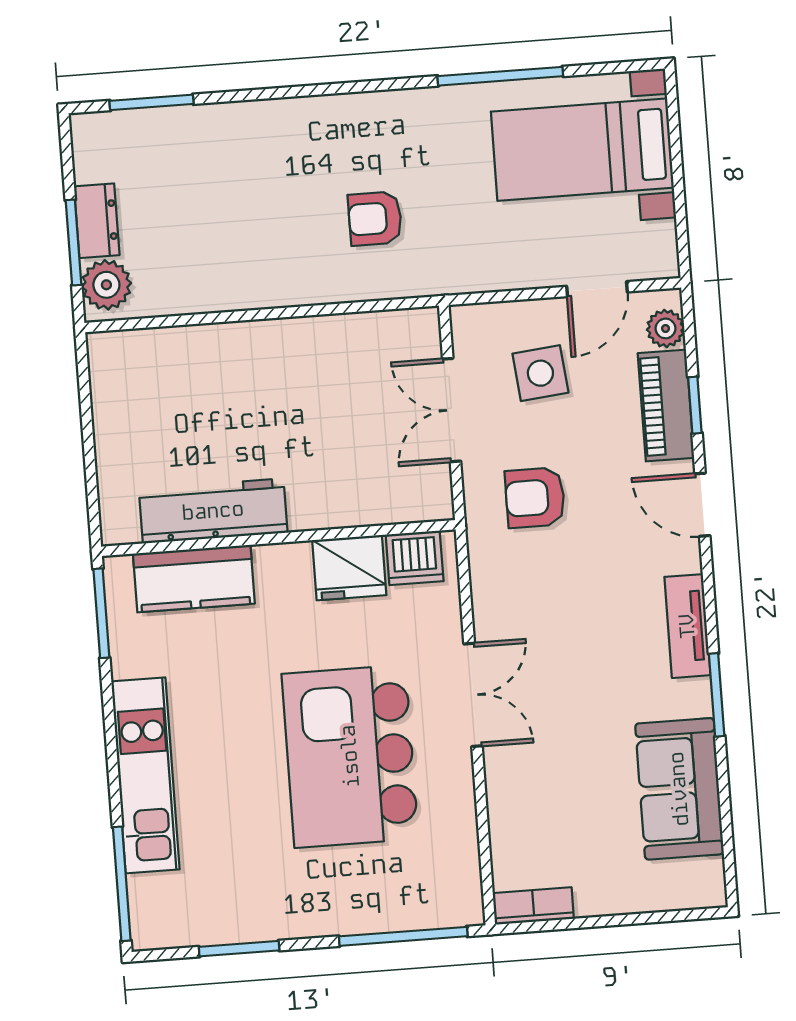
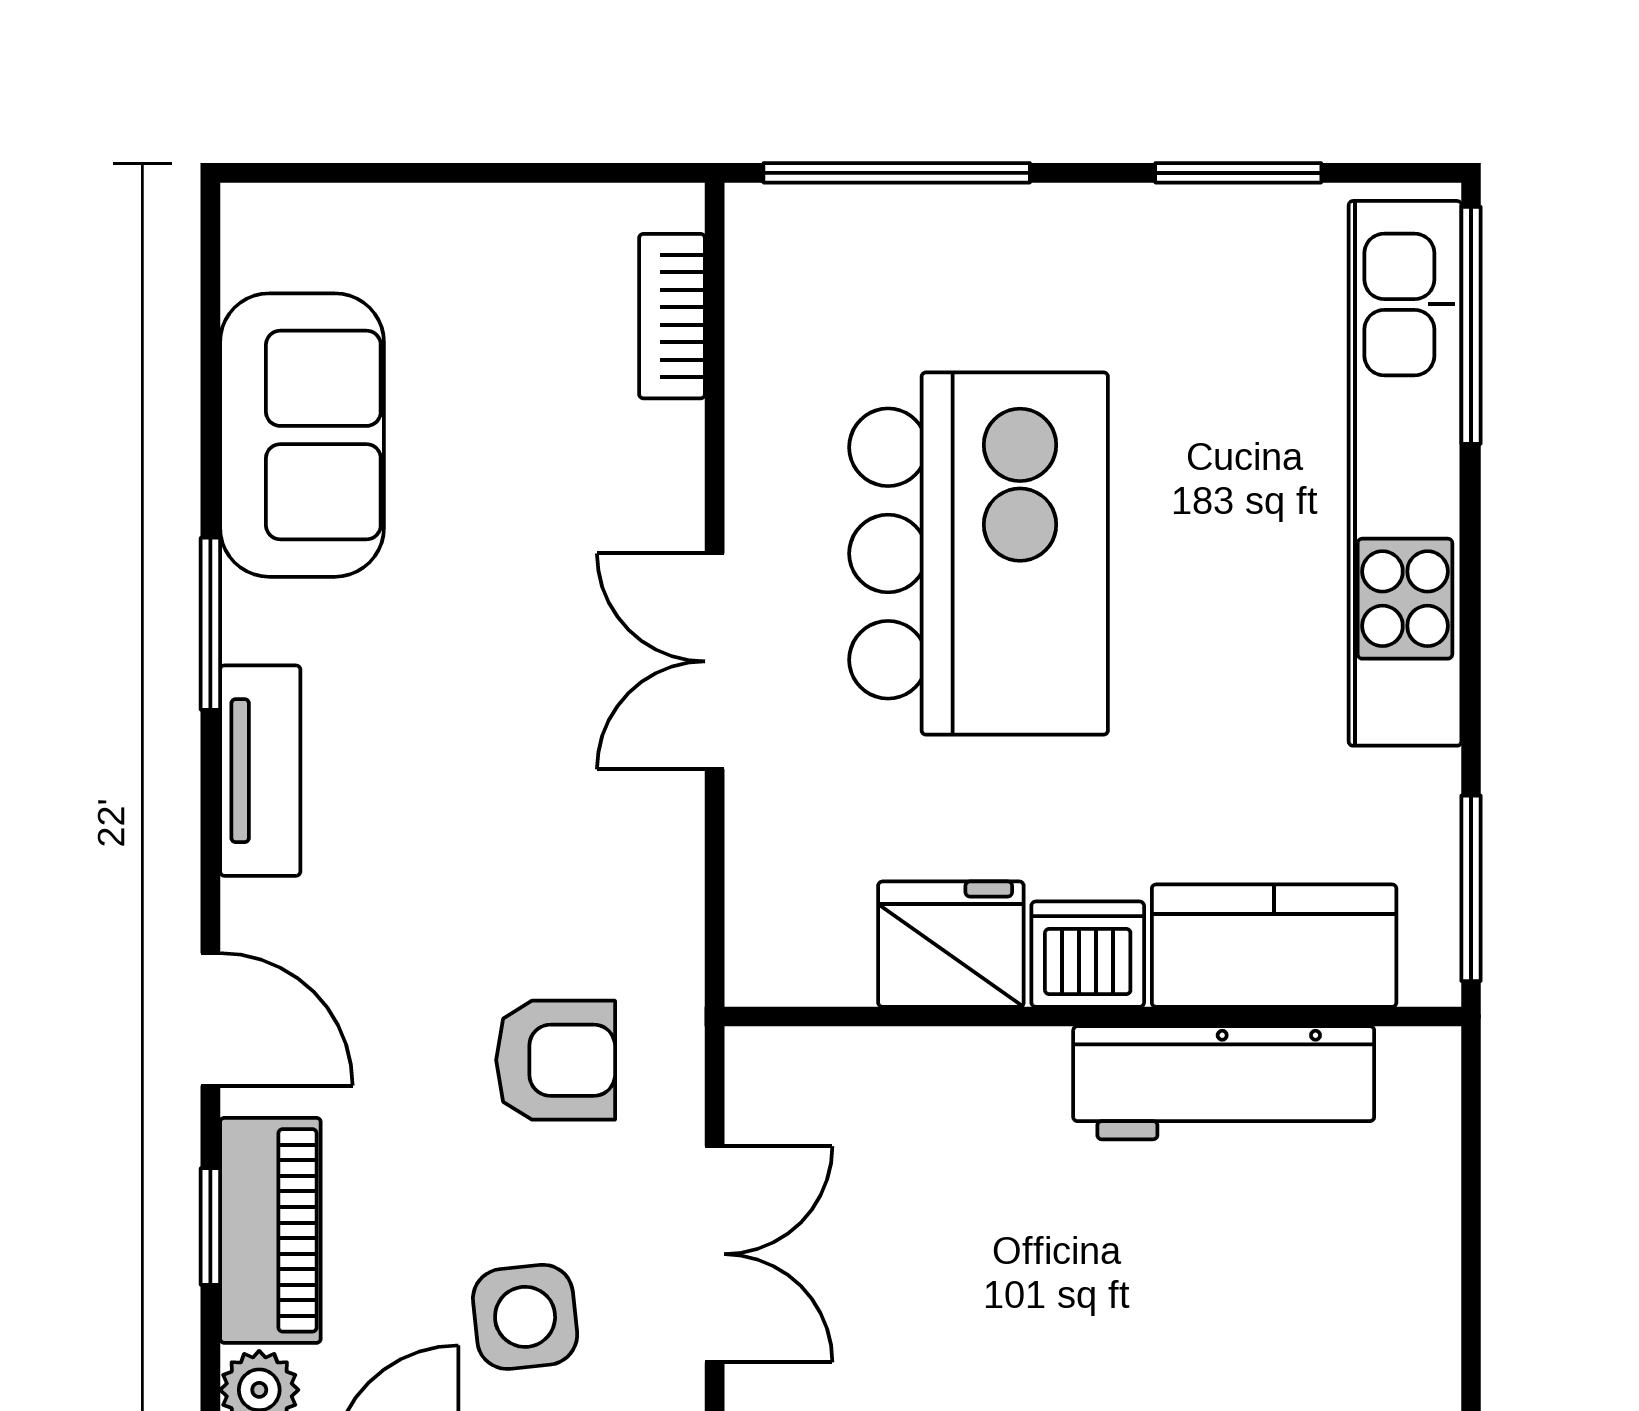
dishwasher: (415, 558) -> (1088, 954), moved
kitchen unit: (145, 775) -> (1405, 473), width x1.36
bookcase: (533, 906) -> (672, 316), moved, turned 90

